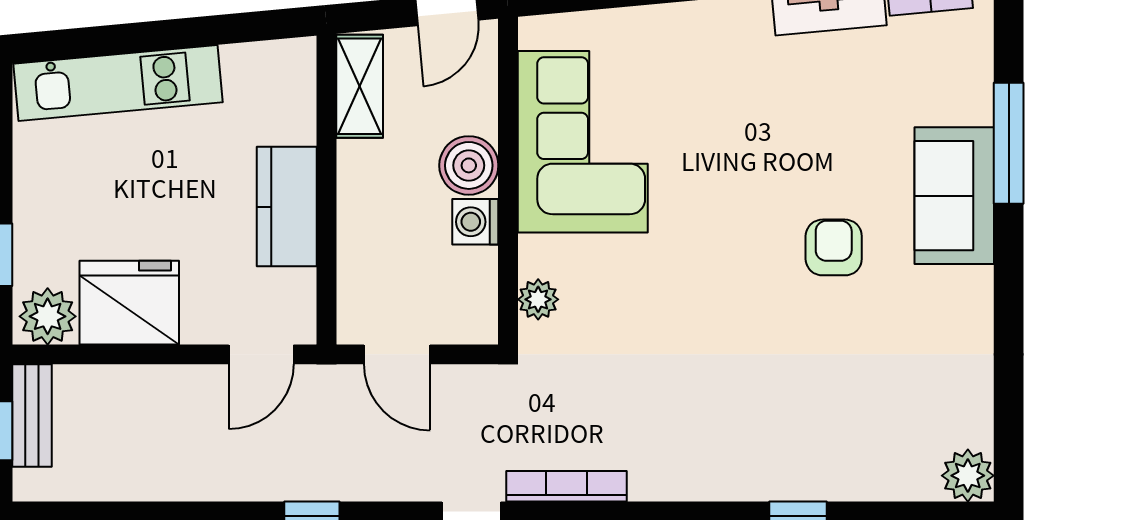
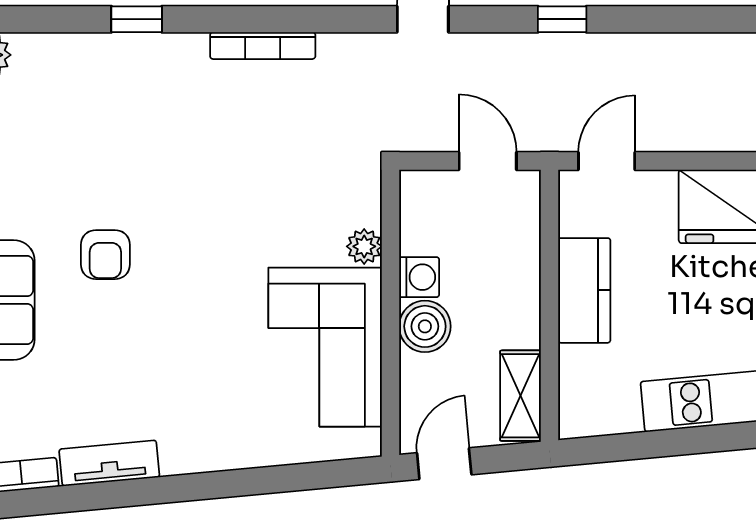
plant: (538, 299) -> (364, 246), moved
bookcase: (567, 486) -> (263, 46), moved

